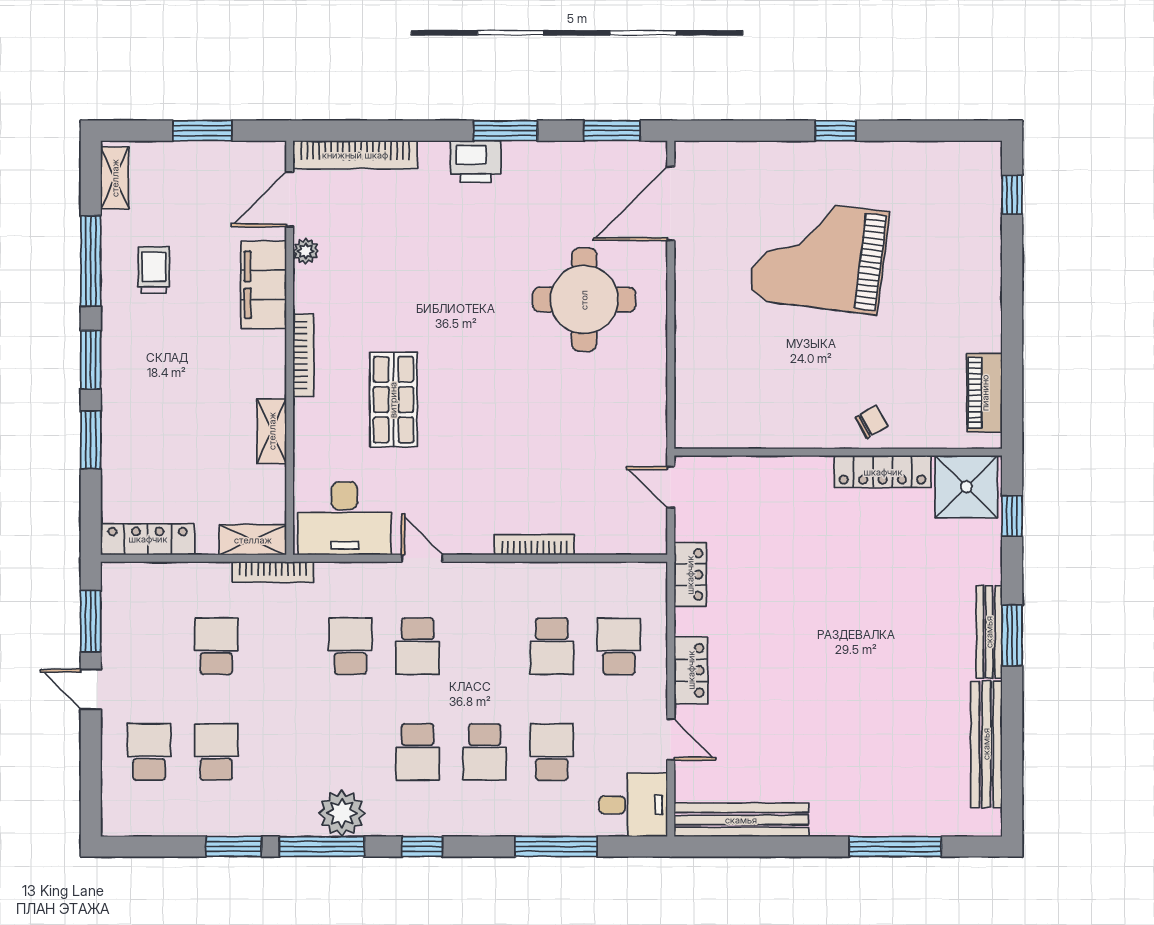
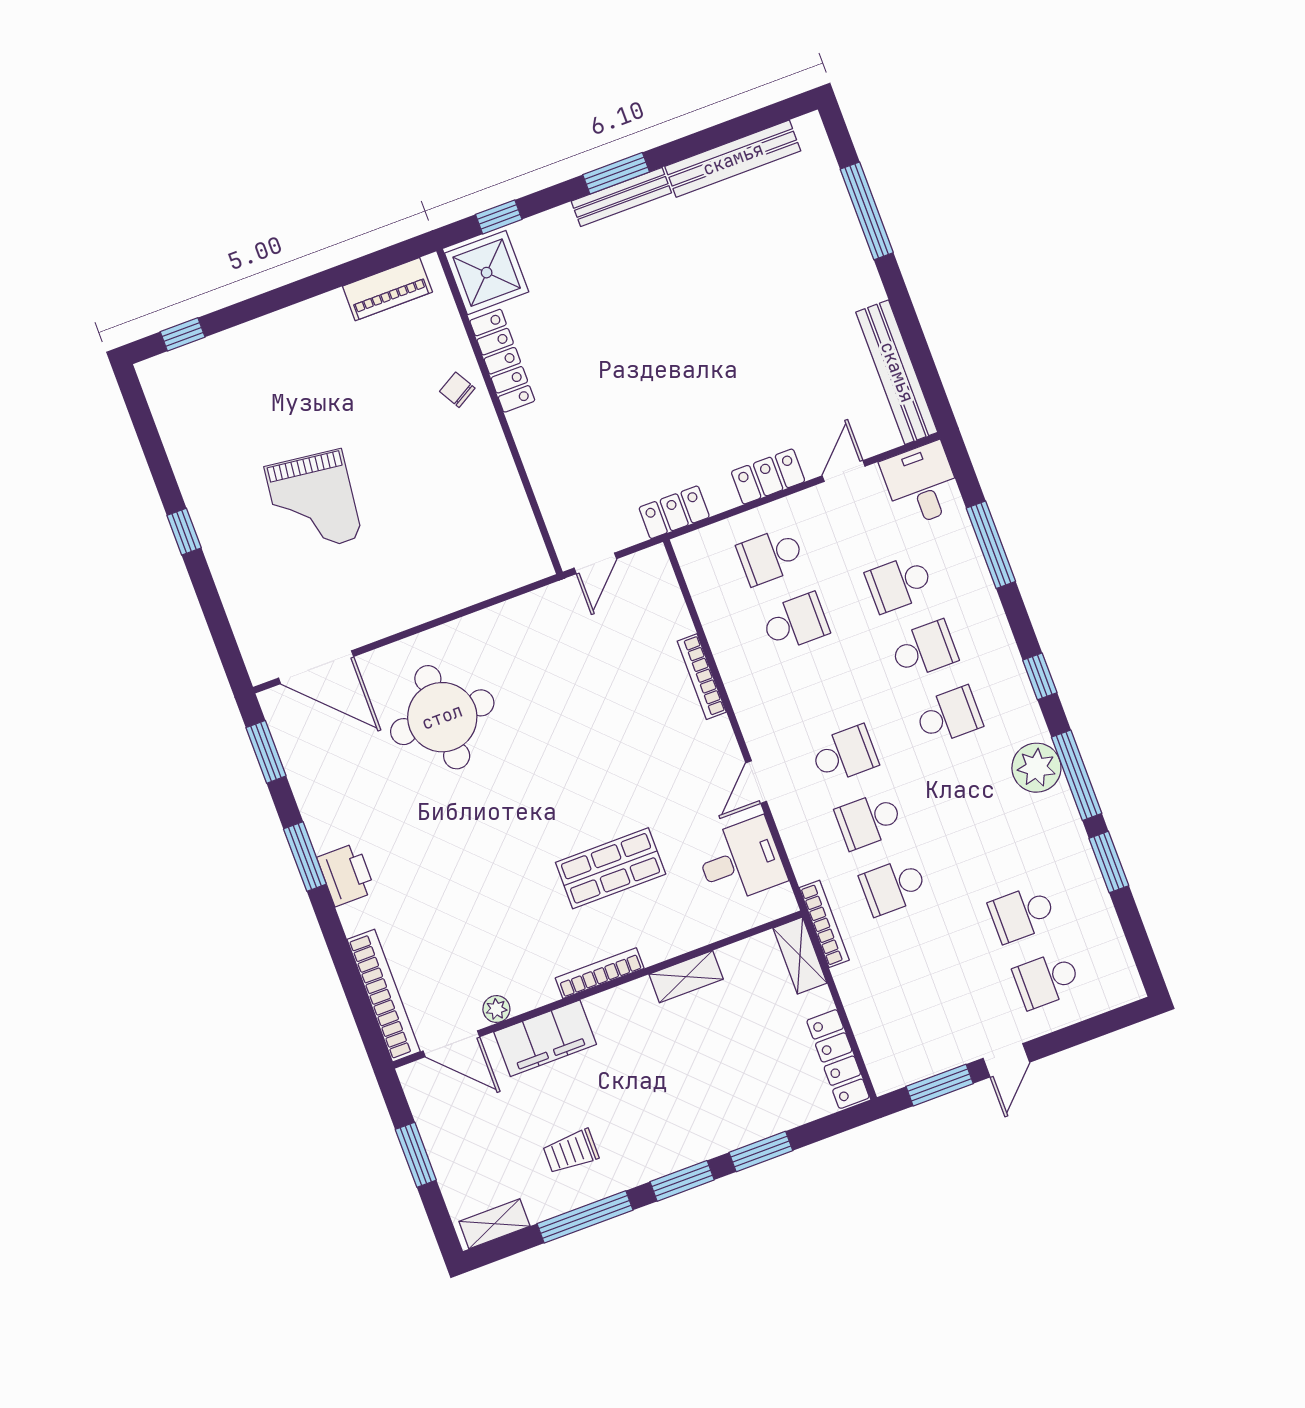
grand piano: (819, 256) -> (313, 502), width x0.73, depth x0.68
desk: (344, 518) -> (741, 861), width x0.73
school desk: (216, 646) -> (893, 886), moved

